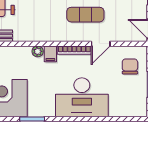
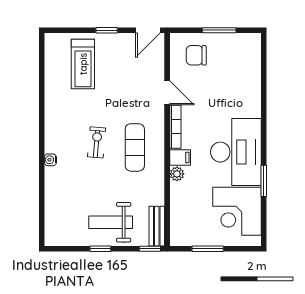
exercise mat: (85, 15) -> (135, 147), moved
desk: (82, 97) -> (236, 152), moved

